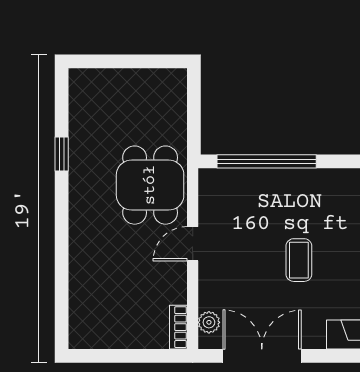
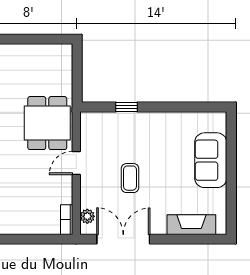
window: (267, 161) -> (127, 107), width x0.32
coffee table: (299, 260) -> (130, 178), moved

